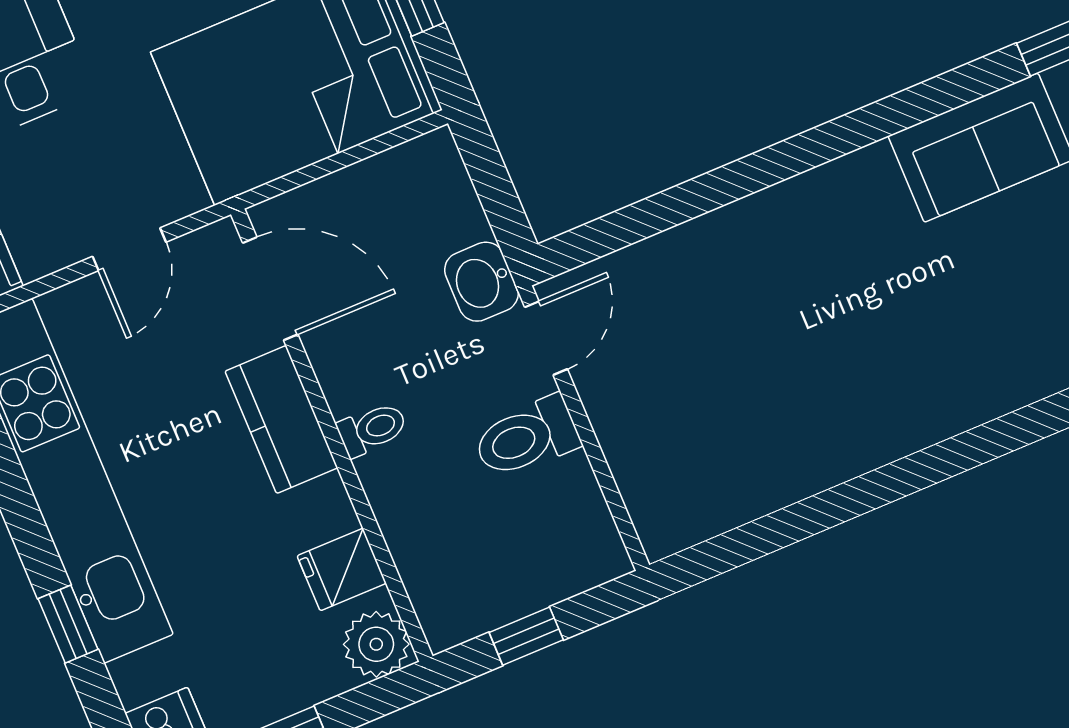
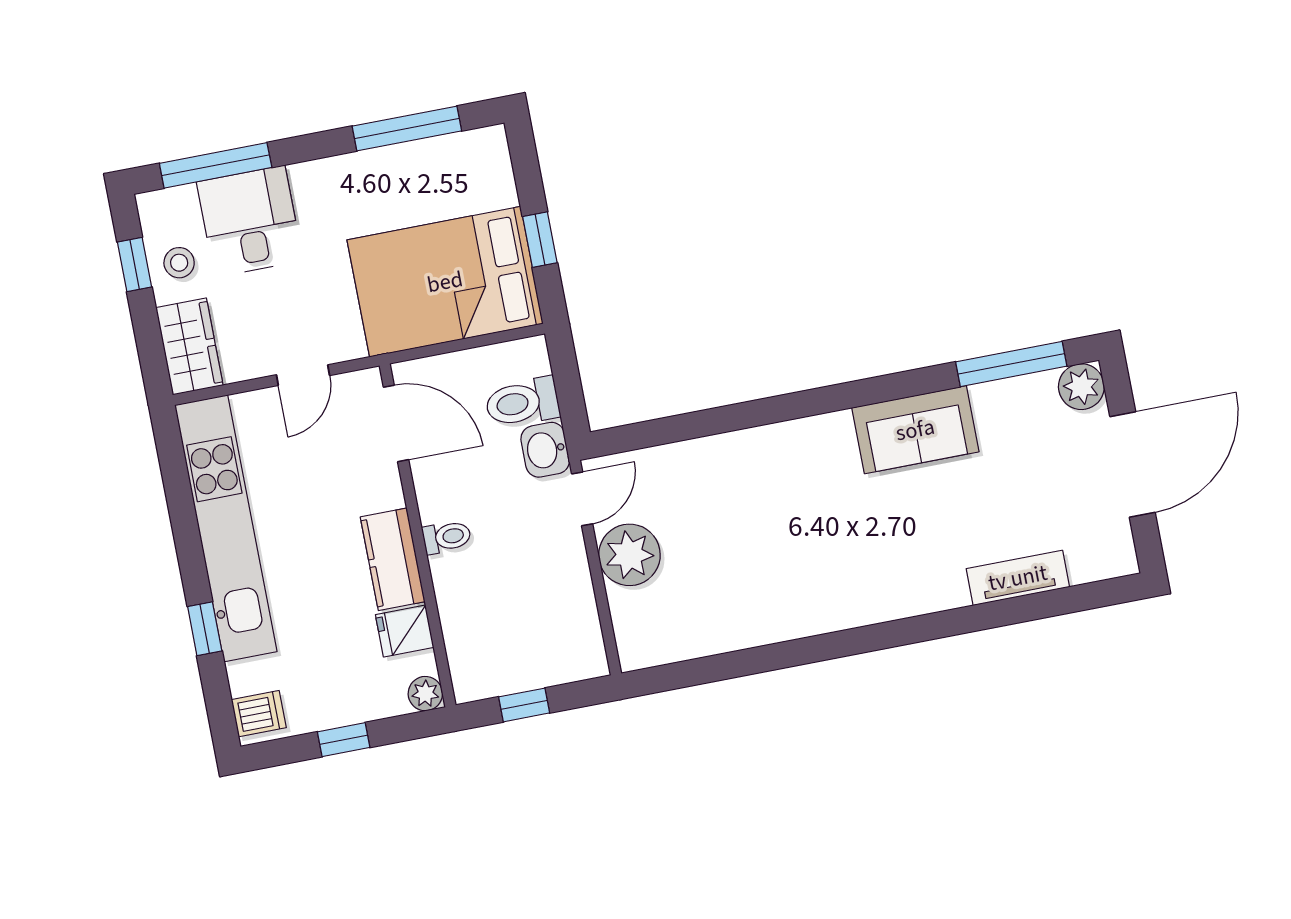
plant: (627, 401) -> (629, 555), added
kitchen counter: (281, 419) -> (393, 559), moved
toilet: (527, 437) -> (522, 402), moved
plant: (376, 644) -> (425, 694), width x0.73, depth x0.73

